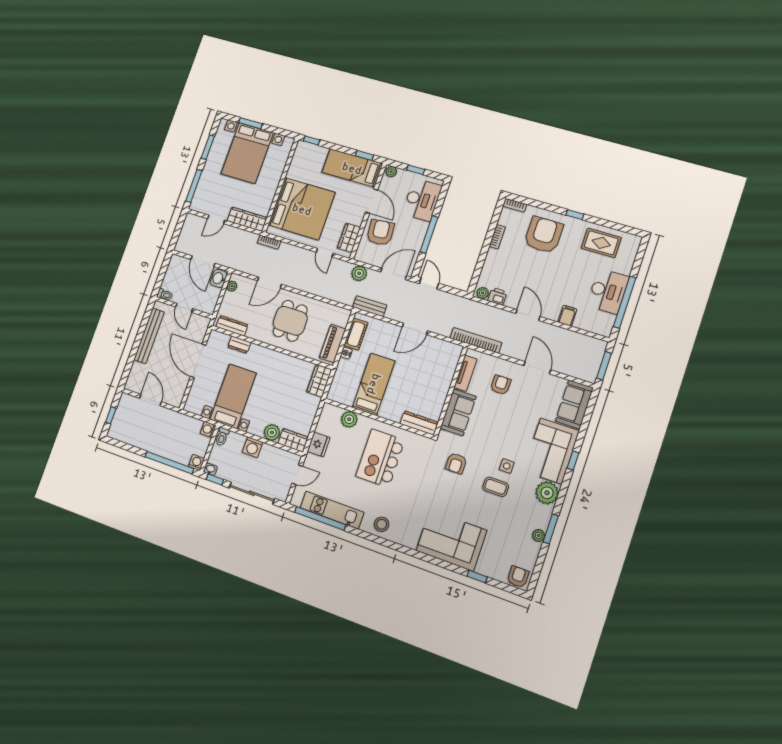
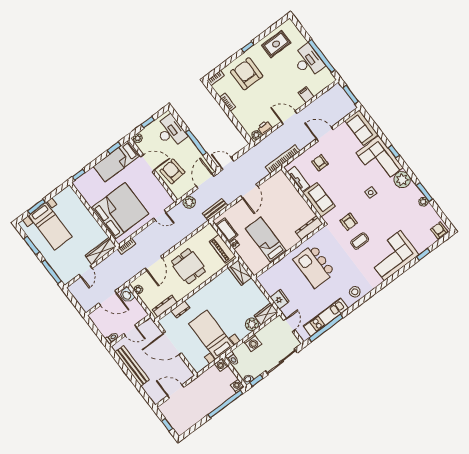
bed with nightstands: (247, 153) -> (50, 226), width x0.73
wardrobe: (349, 238) -> (161, 193), removed
plant: (349, 419) -> (277, 270), removed
coffee table: (496, 487) -> (360, 241), moved

